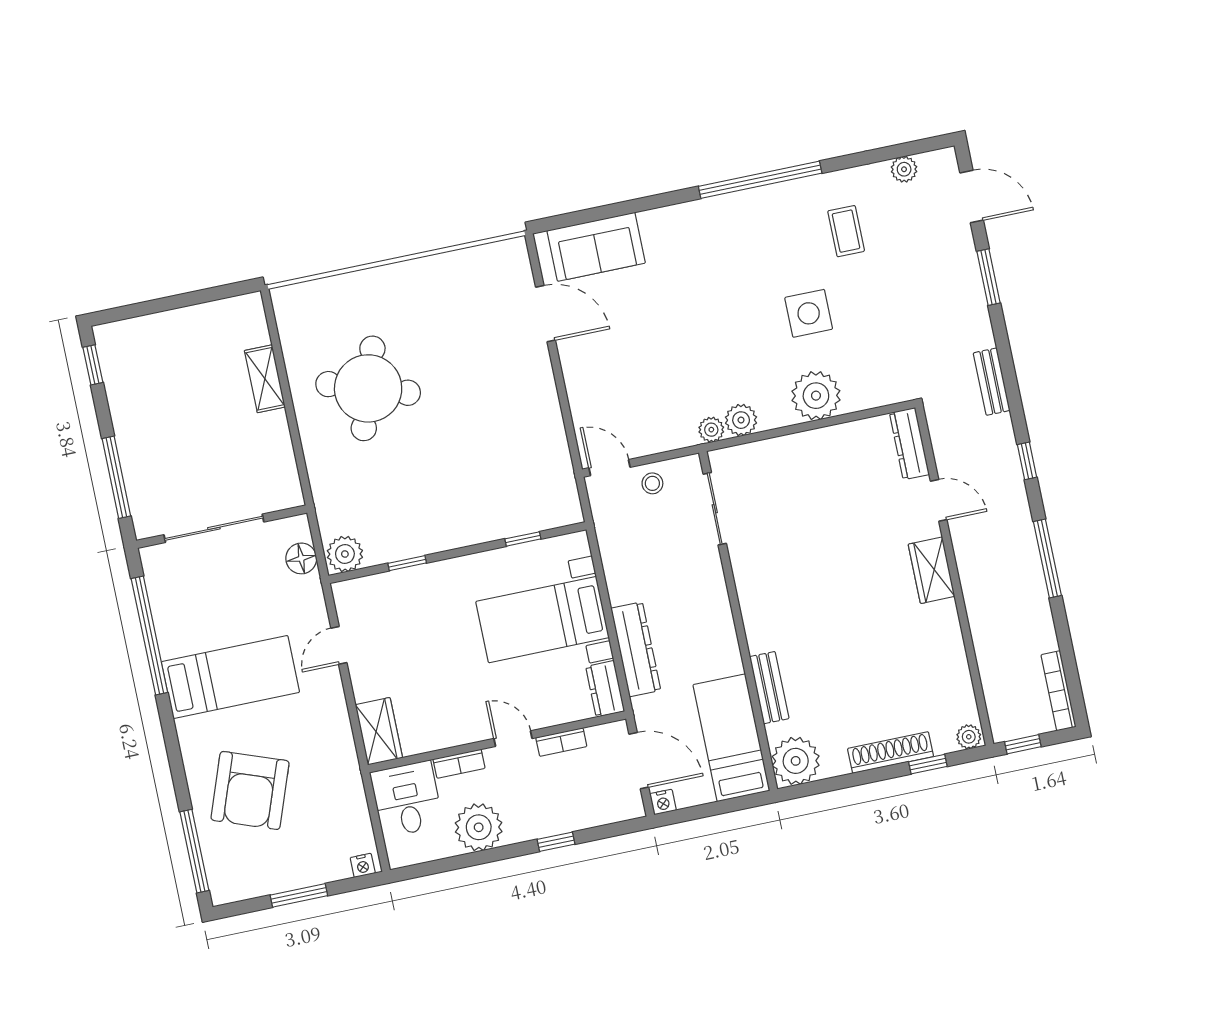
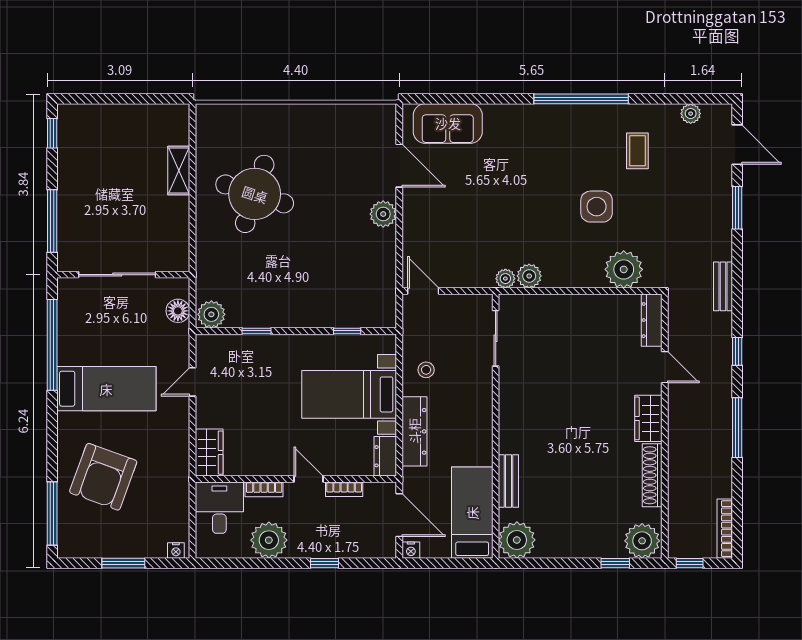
plant: (538, 380) -> (383, 214), added
plant: (816, 396) -> (624, 269), moved
stool: (652, 483) -> (426, 370), moved
plant: (969, 737) -> (642, 541), width x1.88, depth x1.88
shoe rack: (891, 753) -> (652, 475), moved, turned -90

